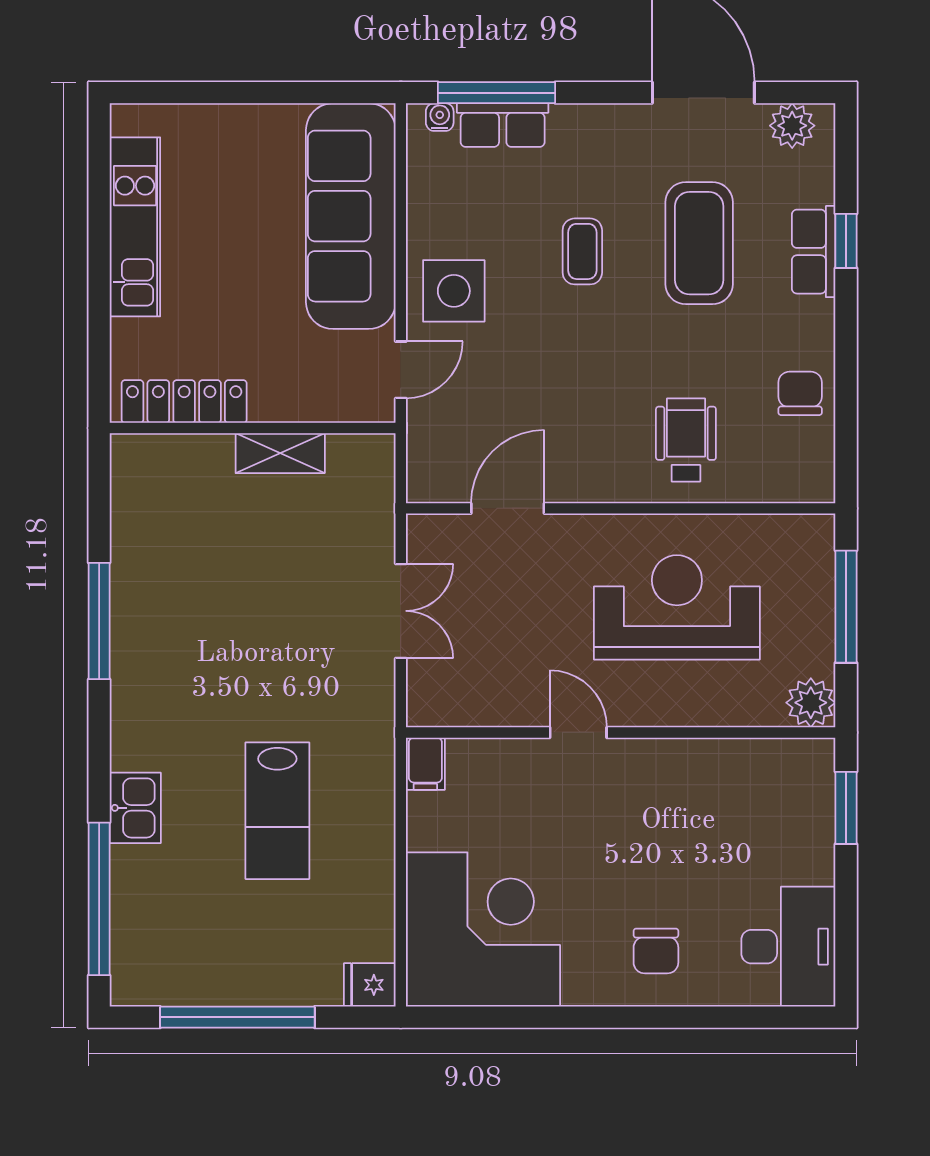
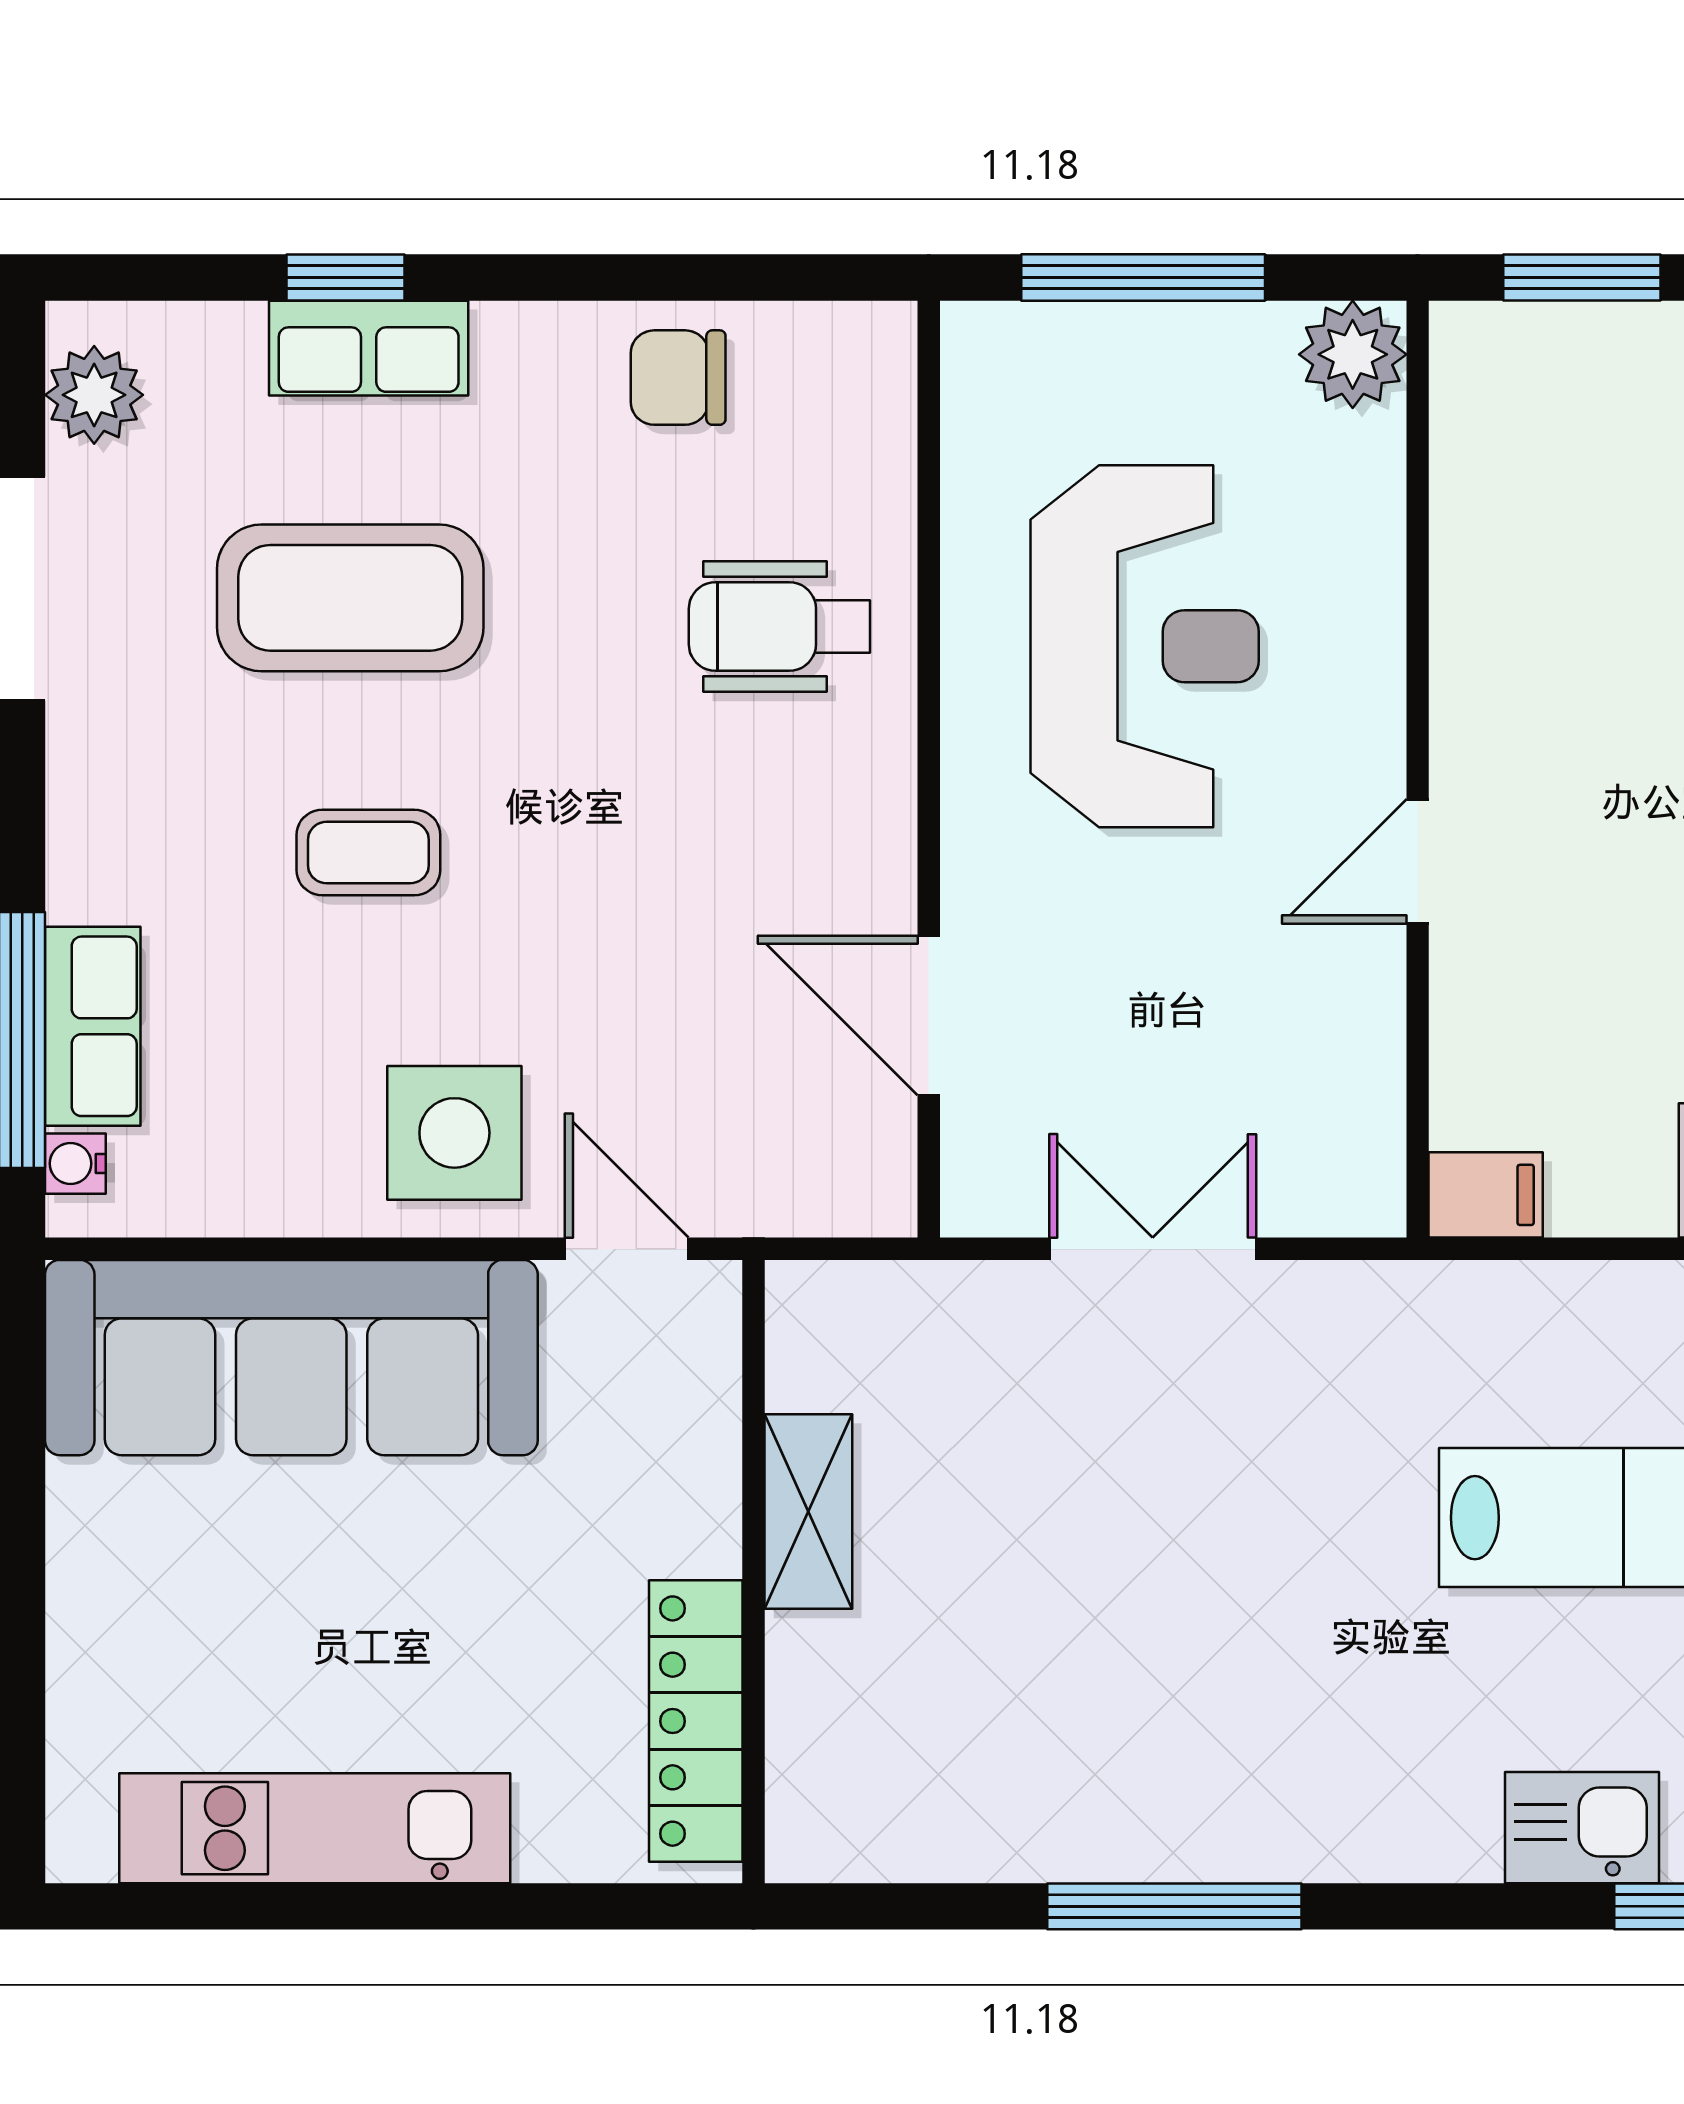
reception desk: (677, 607) -> (1145, 646), turned 180

